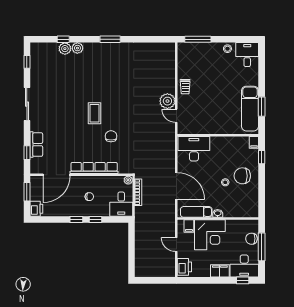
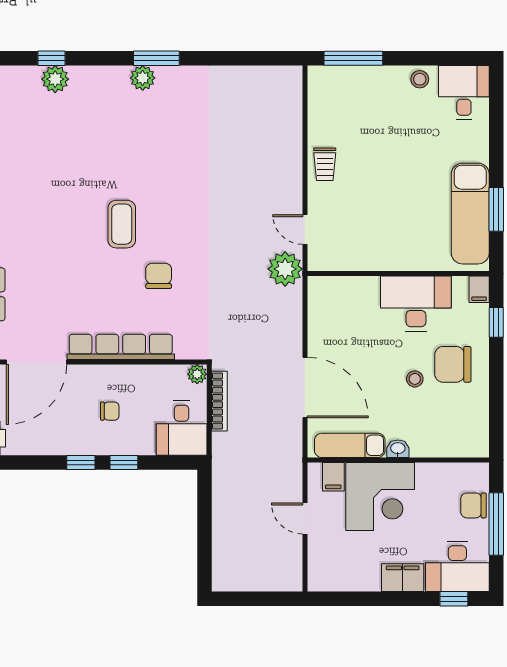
plant: (77, 48) -> (143, 78), moved
plant: (167, 101) -> (285, 269), moved
desk: (194, 149) -> (416, 304), moved
printer: (184, 267) -> (323, 569), removed

